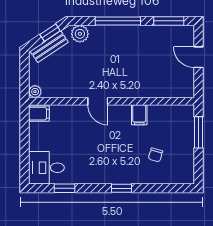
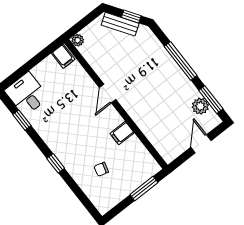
plant: (80, 34) -> (200, 106), moved

